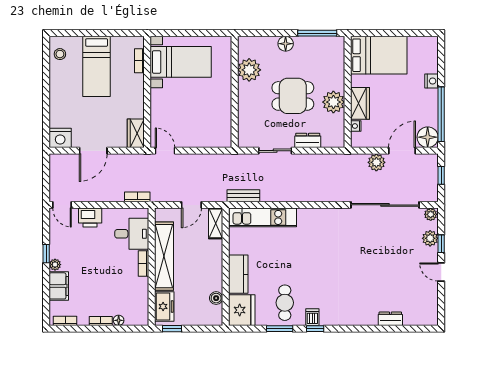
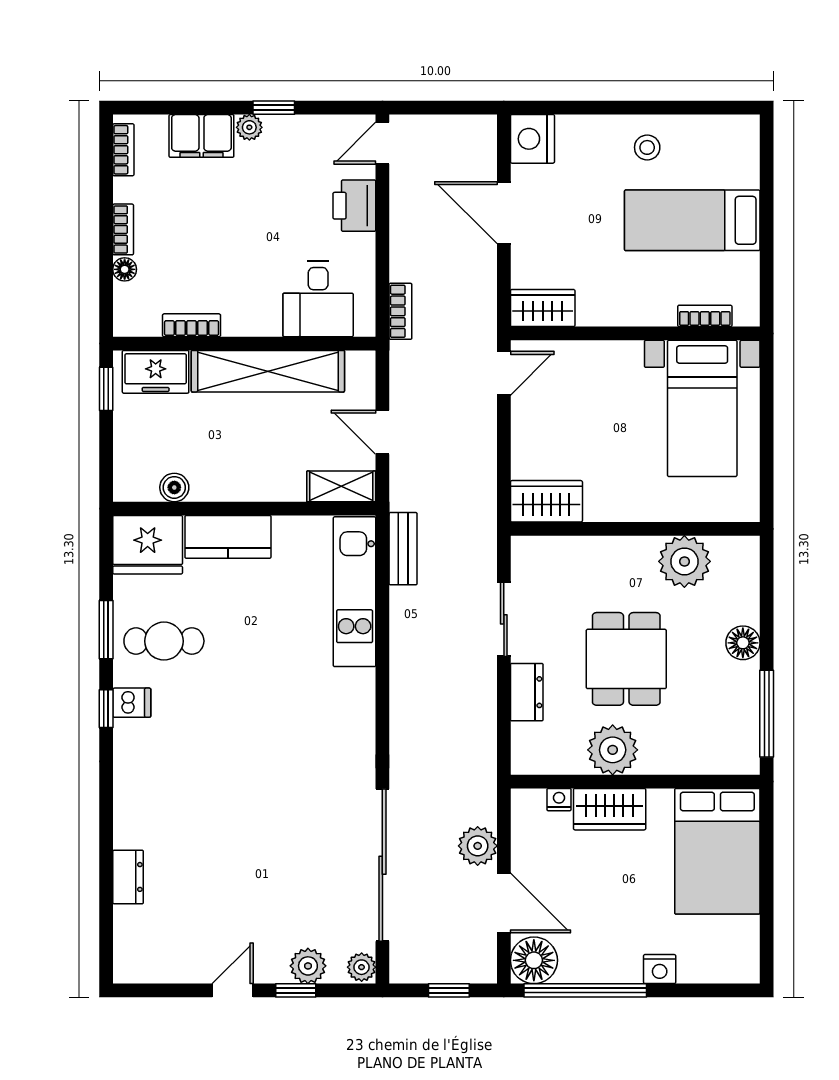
stool: (60, 54) -> (647, 147), moved
wardrobe: (222, 132) -> (546, 501), added
bookcase: (144, 264) -> (192, 325), moved

